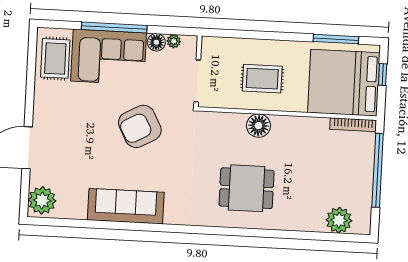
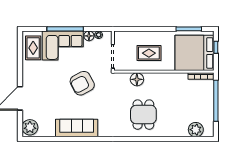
floor lamp: (259, 126) -> (137, 79), moved
dining table: (247, 188) -> (143, 115), turned 90

